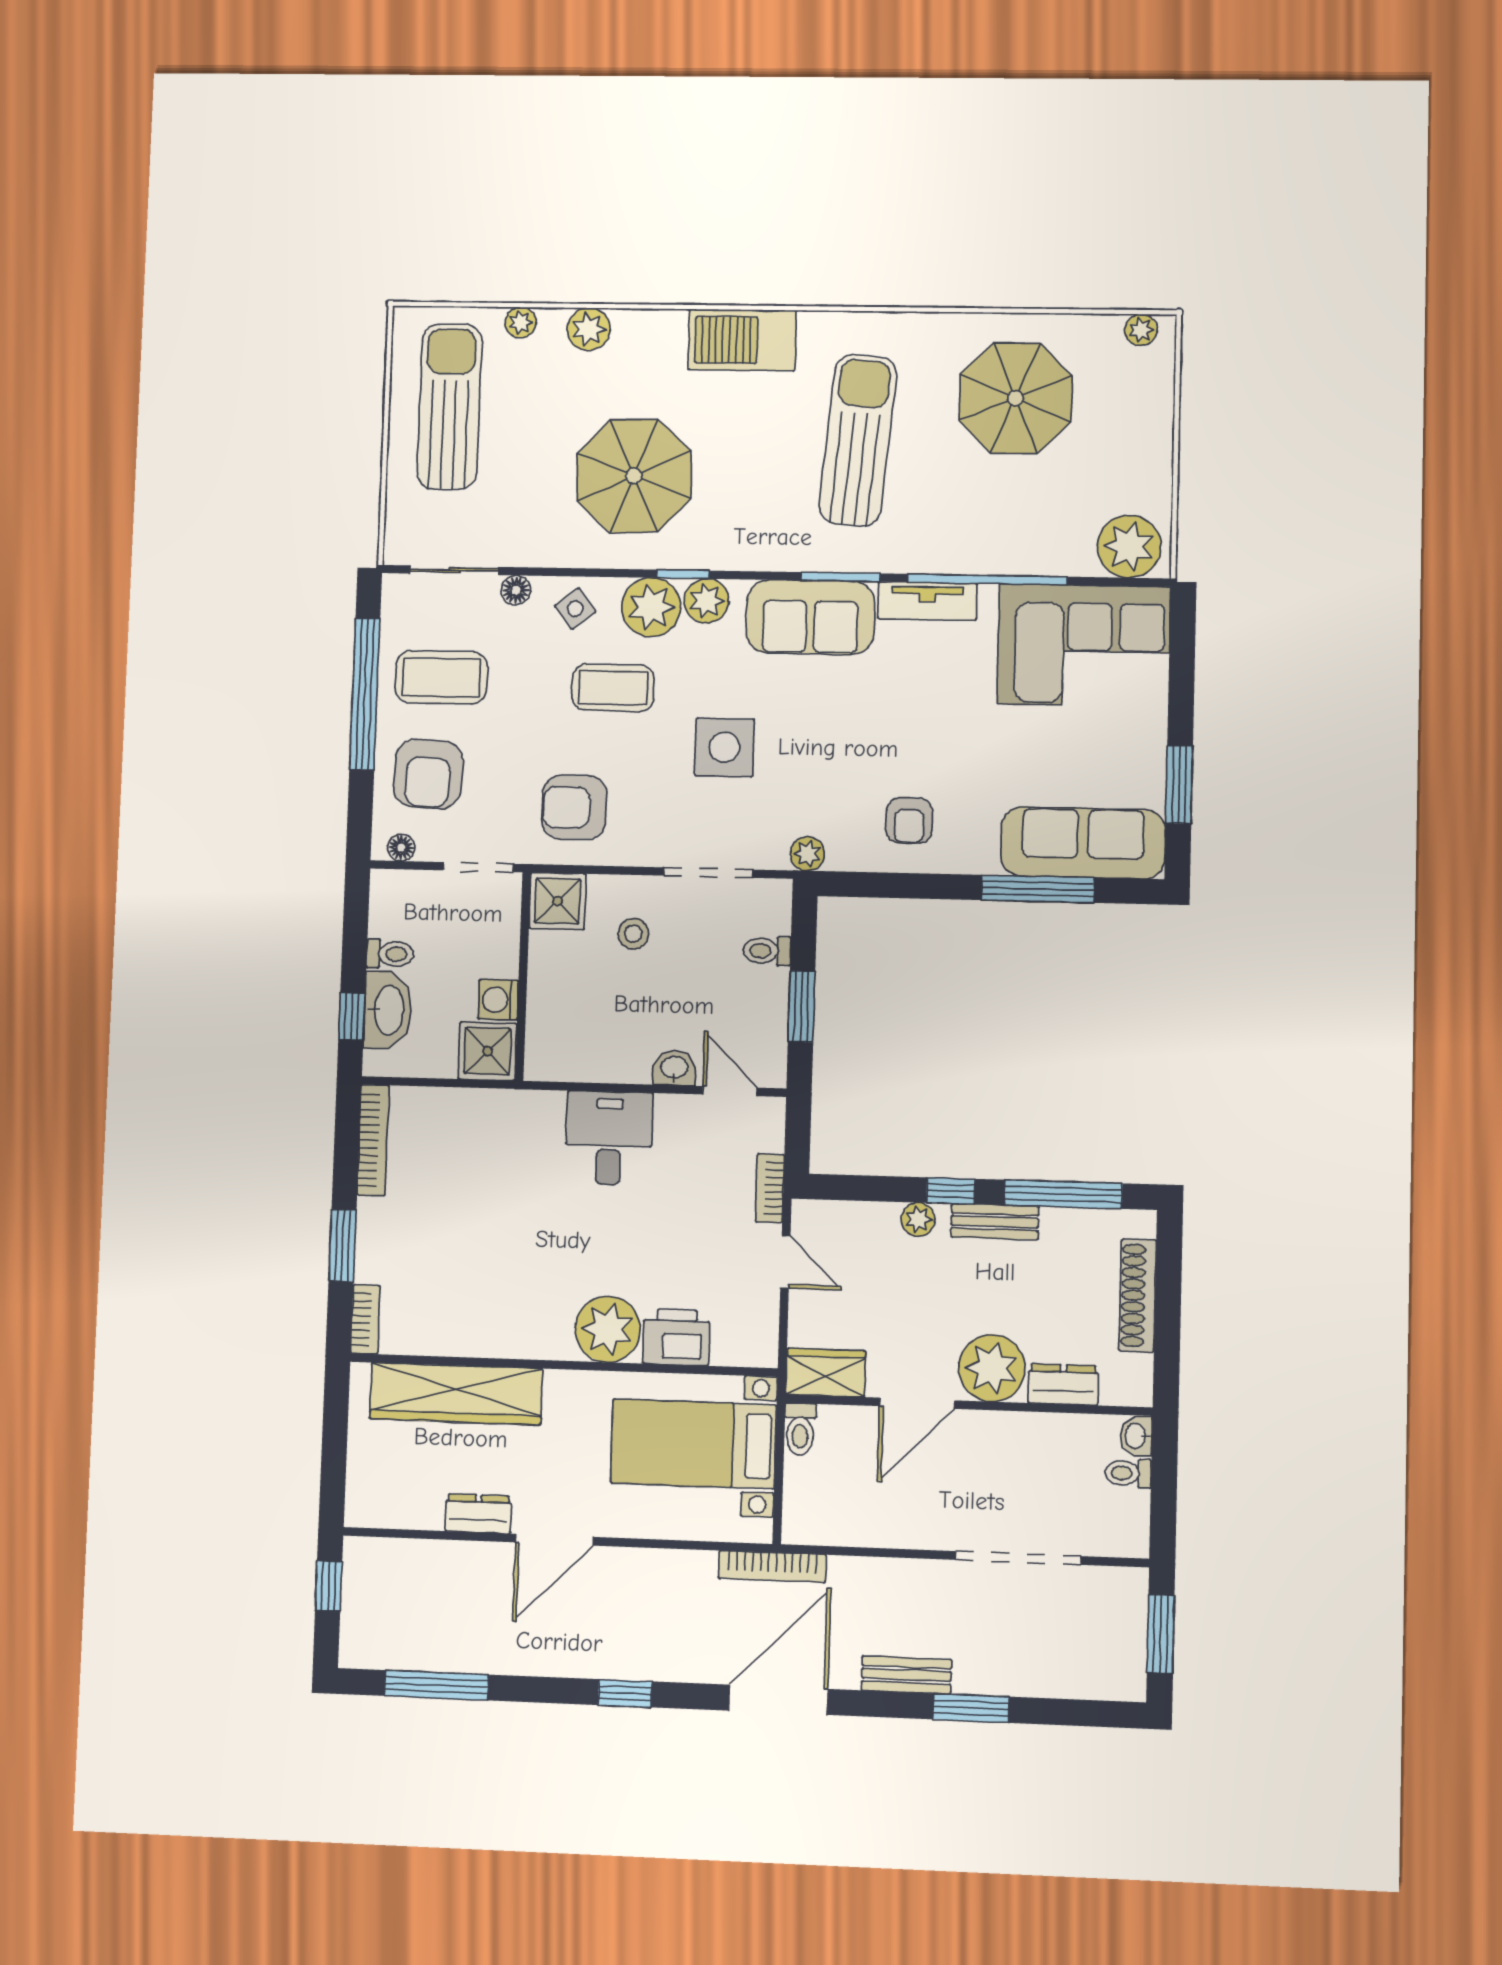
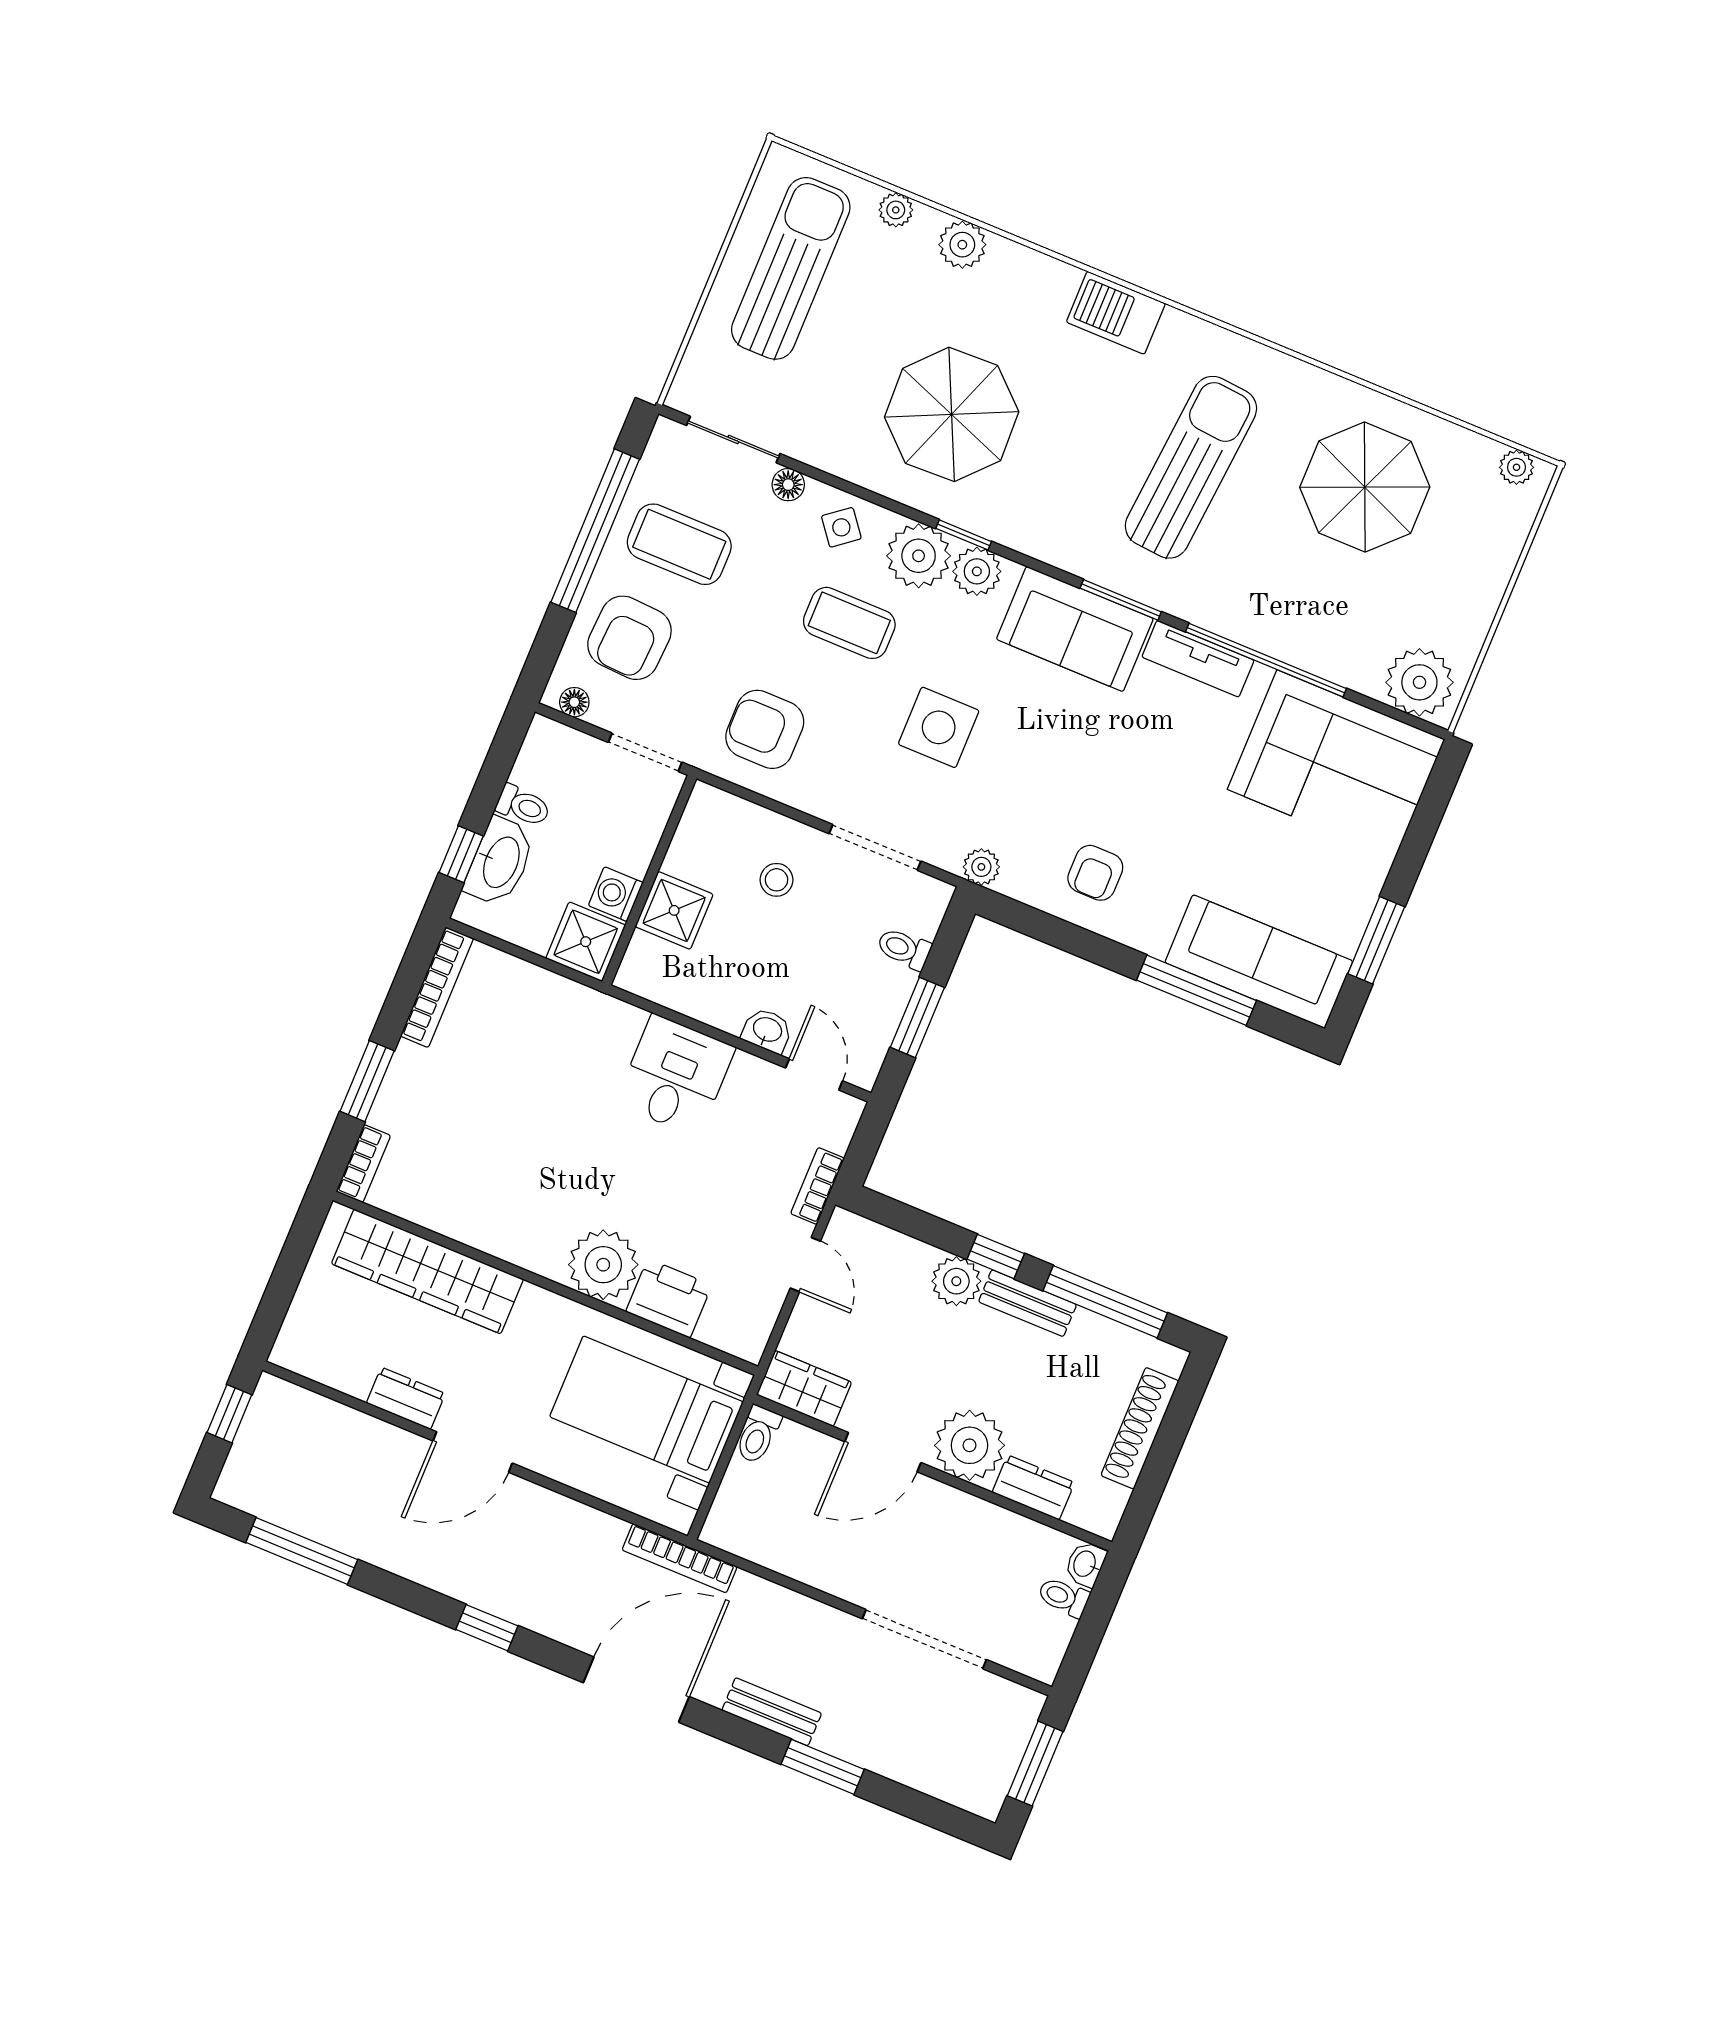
barbecue: (742, 340) -> (1116, 313), width x0.73, depth x0.83
shower: (558, 901) -> (674, 910), moved
plant: (918, 1219) -> (956, 1281), width x1.38, depth x1.38

